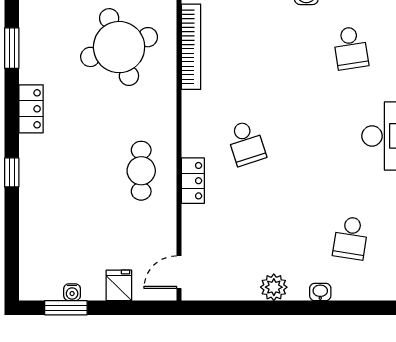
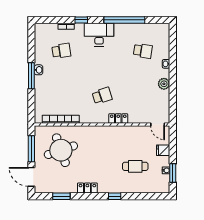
cafe table: (141, 171) -> (135, 166), moved

